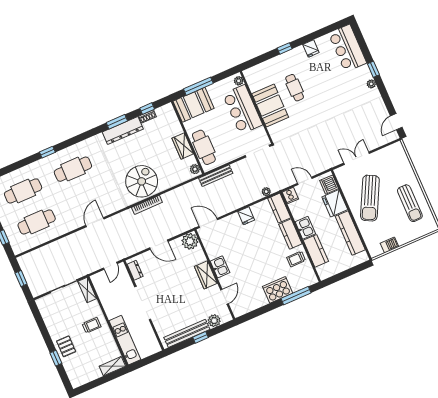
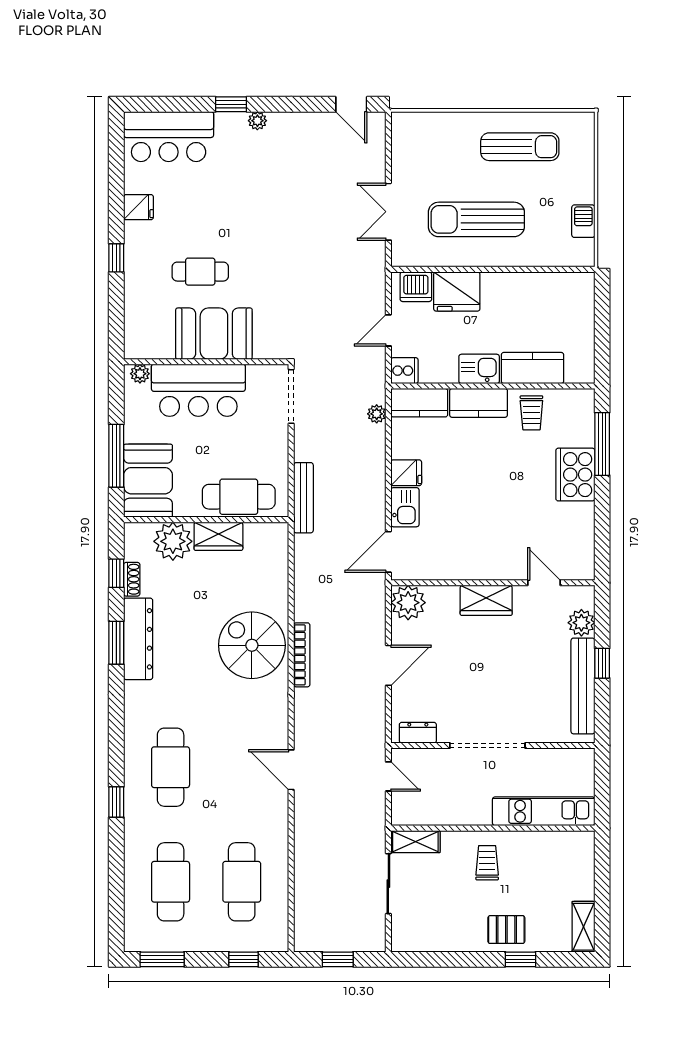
plant: (195, 169) -> (173, 541), moved, width x1.87, depth x1.87
sun lounger: (370, 198) -> (476, 219), turned 153
kitchen counter: (350, 233) -> (527, 287), removed
kitchen sink: (220, 267) -> (405, 507), moved, turned 90
shelving: (112, 366) -> (583, 927), moved

